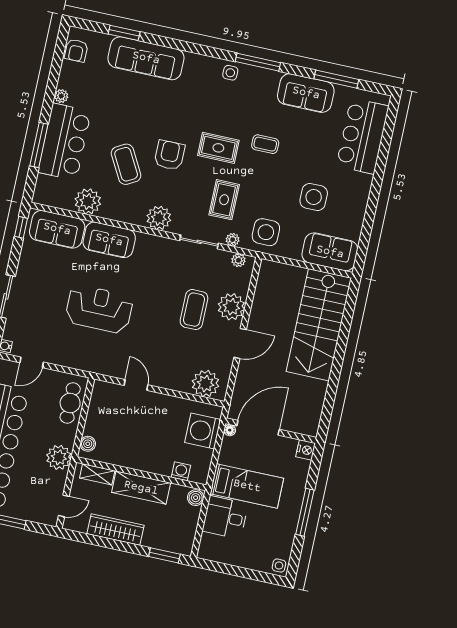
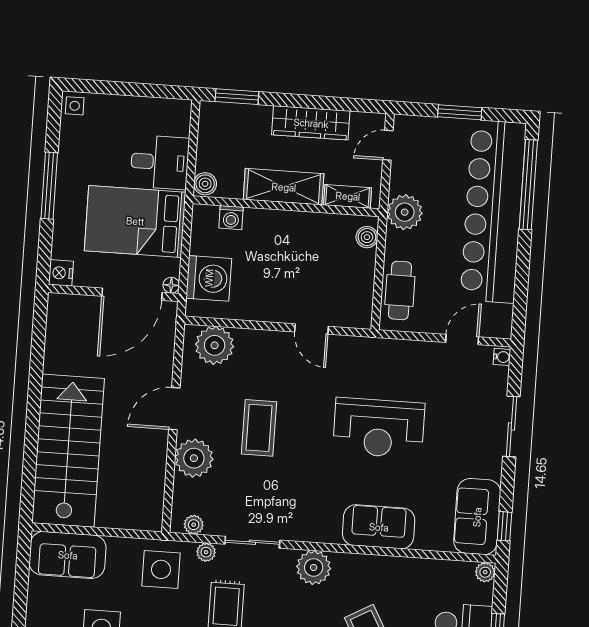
plant: (88, 201) -> (485, 572), moved, width x0.53, depth x0.53
sofa: (57, 229) -> (477, 517), moved, turned -90
coffee table: (194, 310) -> (259, 428), moved
bed: (247, 486) -> (135, 221), width x1.50

